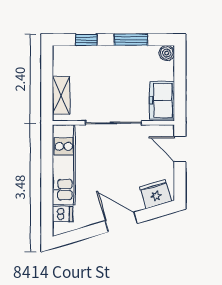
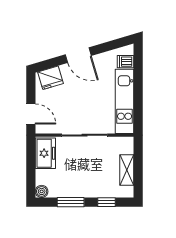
shelving: (61, 95) -> (127, 170), moved

